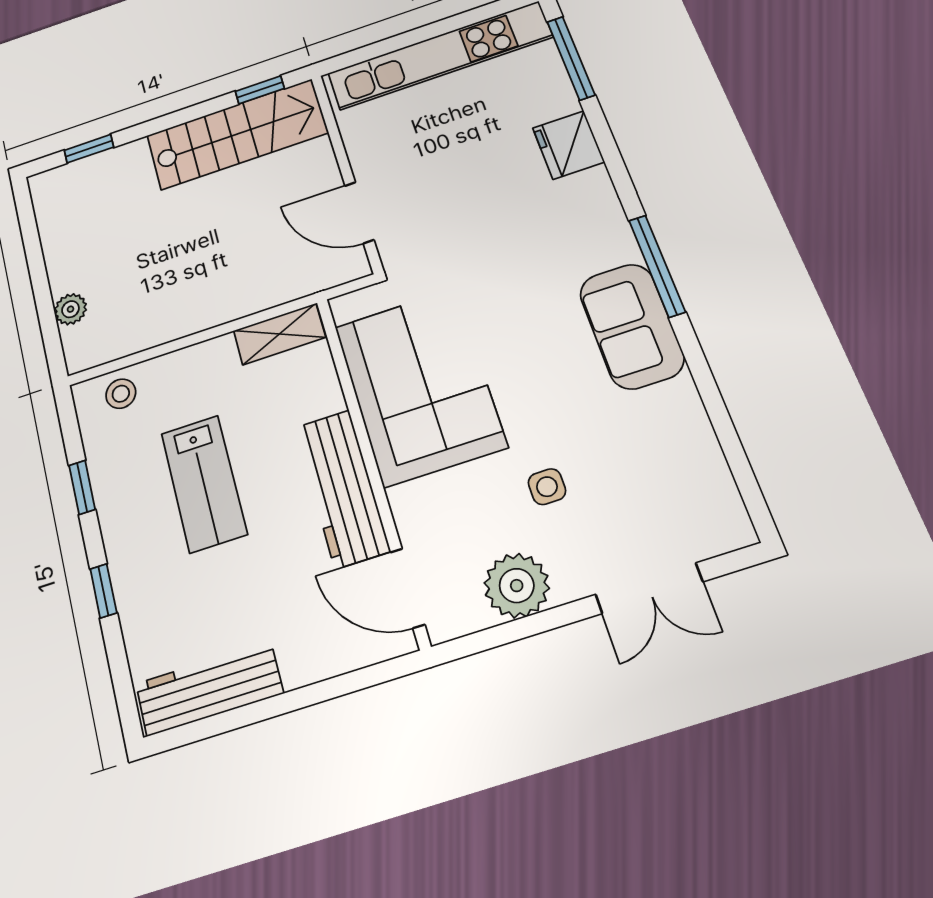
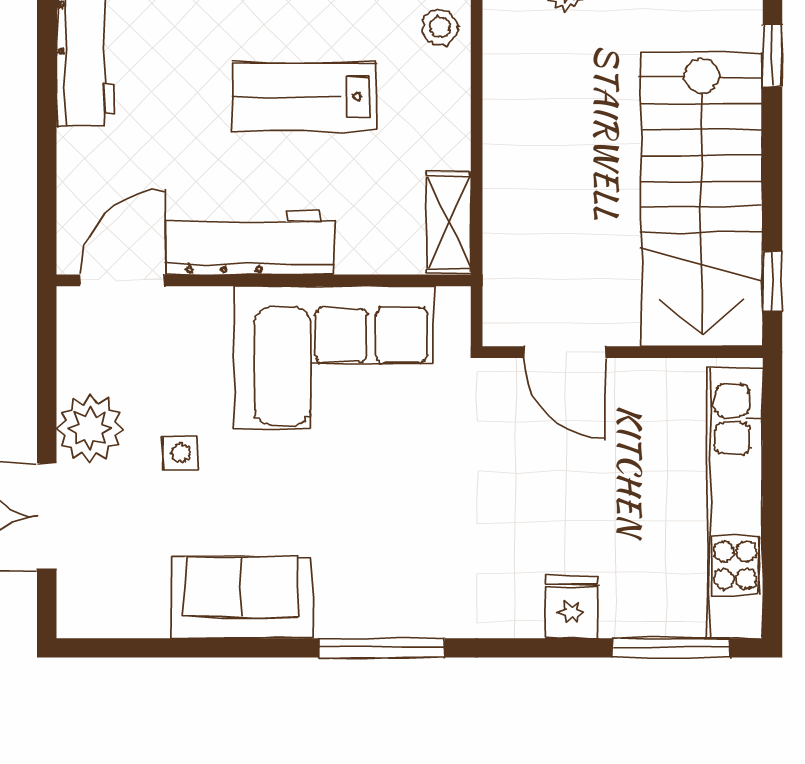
stairs: (237, 134) -> (702, 199), width x1.36, depth x1.51
fridge: (568, 145) -> (571, 607), width x0.72
door: (359, 213) -> (565, 352), swing flipped
sofa: (632, 326) -> (241, 598), moved
plant: (517, 586) -> (90, 428), moved

